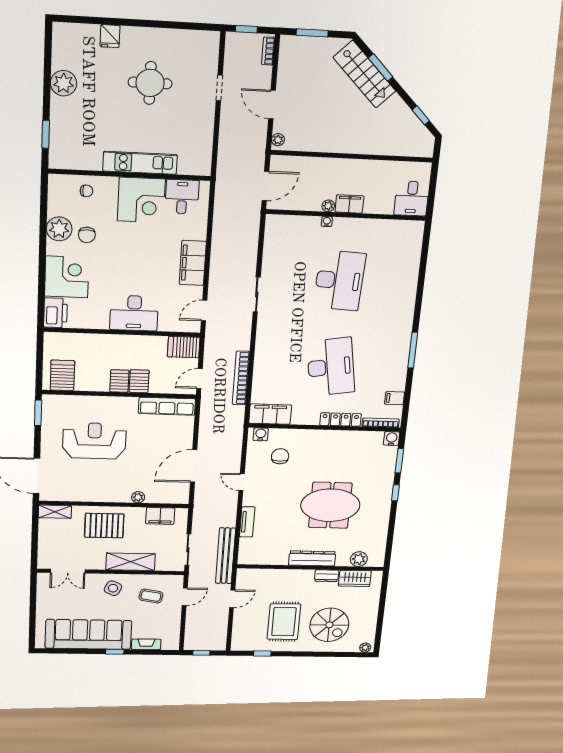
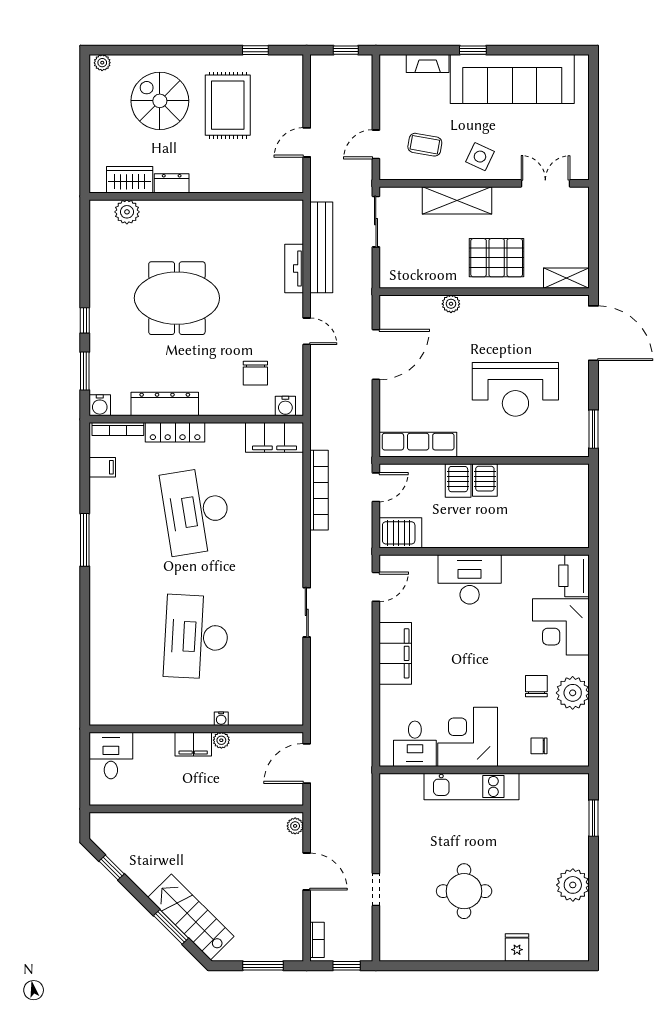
server rack: (62, 375) -> (562, 486), removed
filing cabinet: (160, 516) -> (418, 275), removed
bench: (226, 556) -> (321, 247), moved
dresser: (312, 558) -> (165, 404), moved, turned 180

